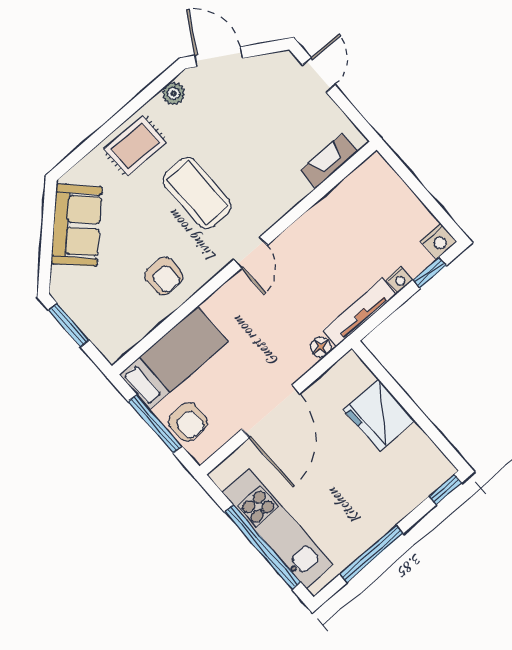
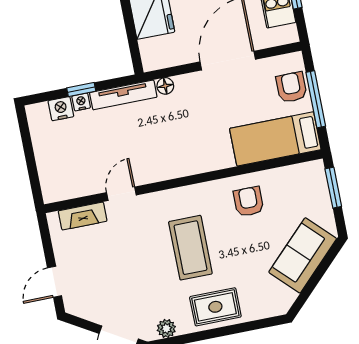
sofa: (76, 225) -> (303, 255), moved
nightstand: (439, 241) -> (61, 109), moved
door: (250, 253) -> (121, 194), moved
window: (429, 273) -> (81, 90), moved
window: (69, 325) -> (333, 188), moved

